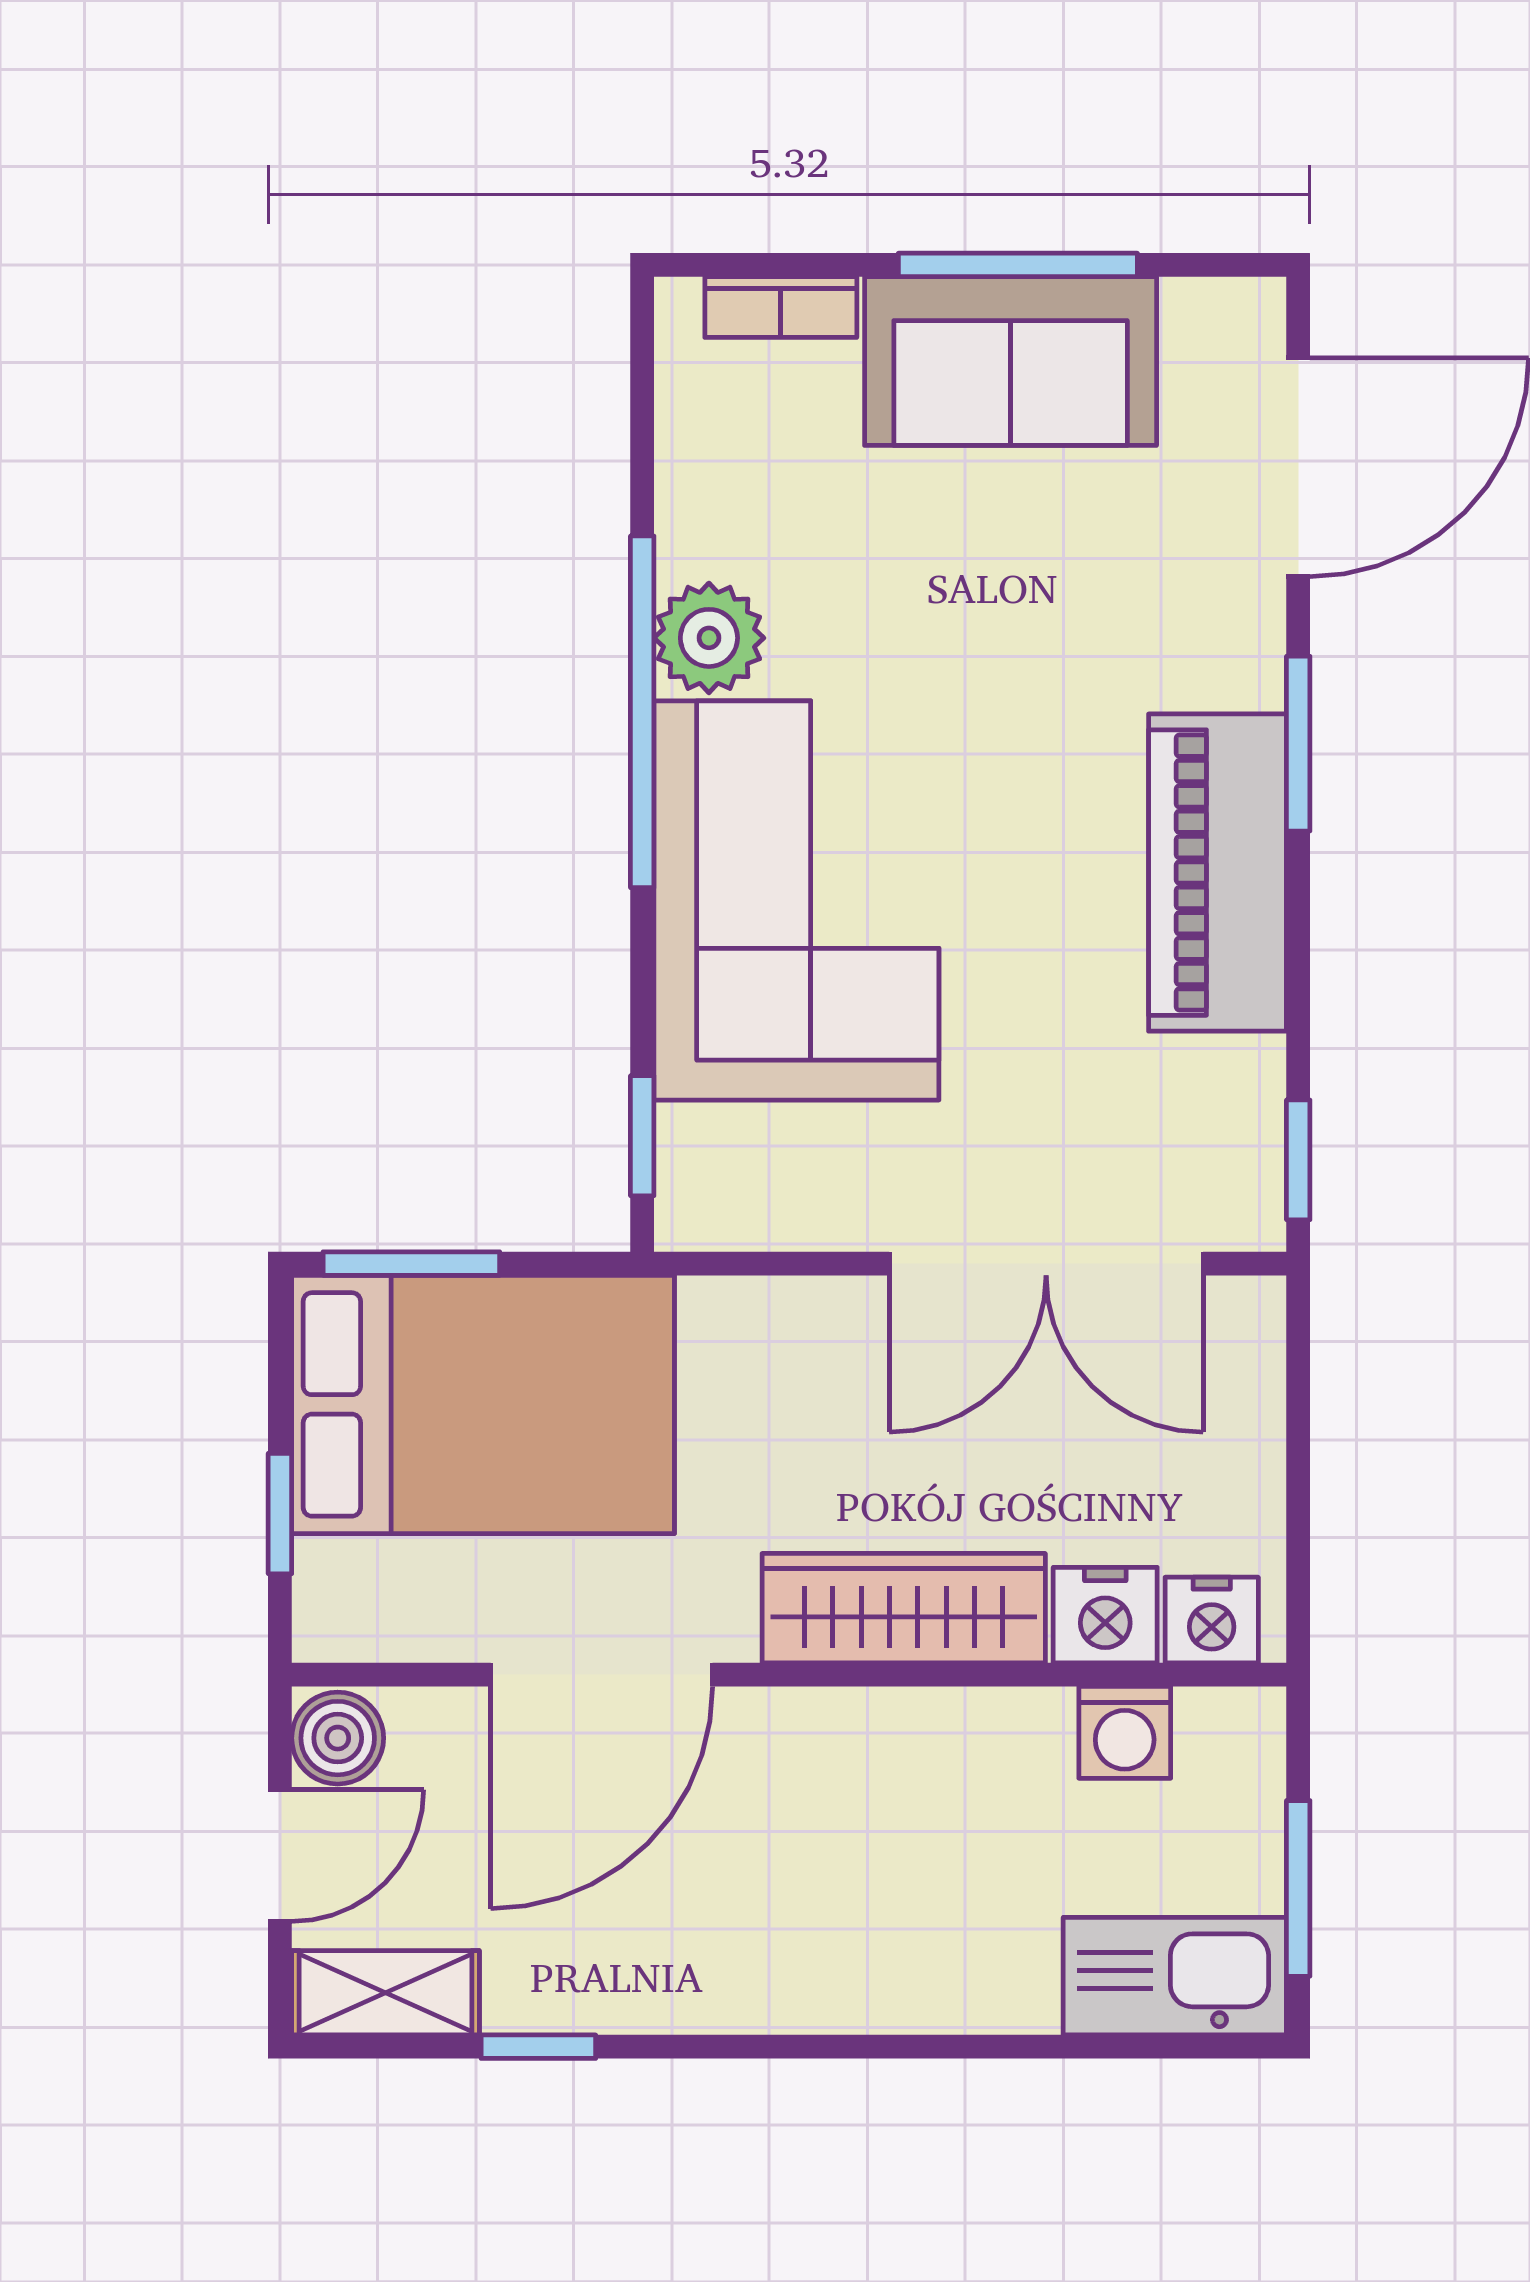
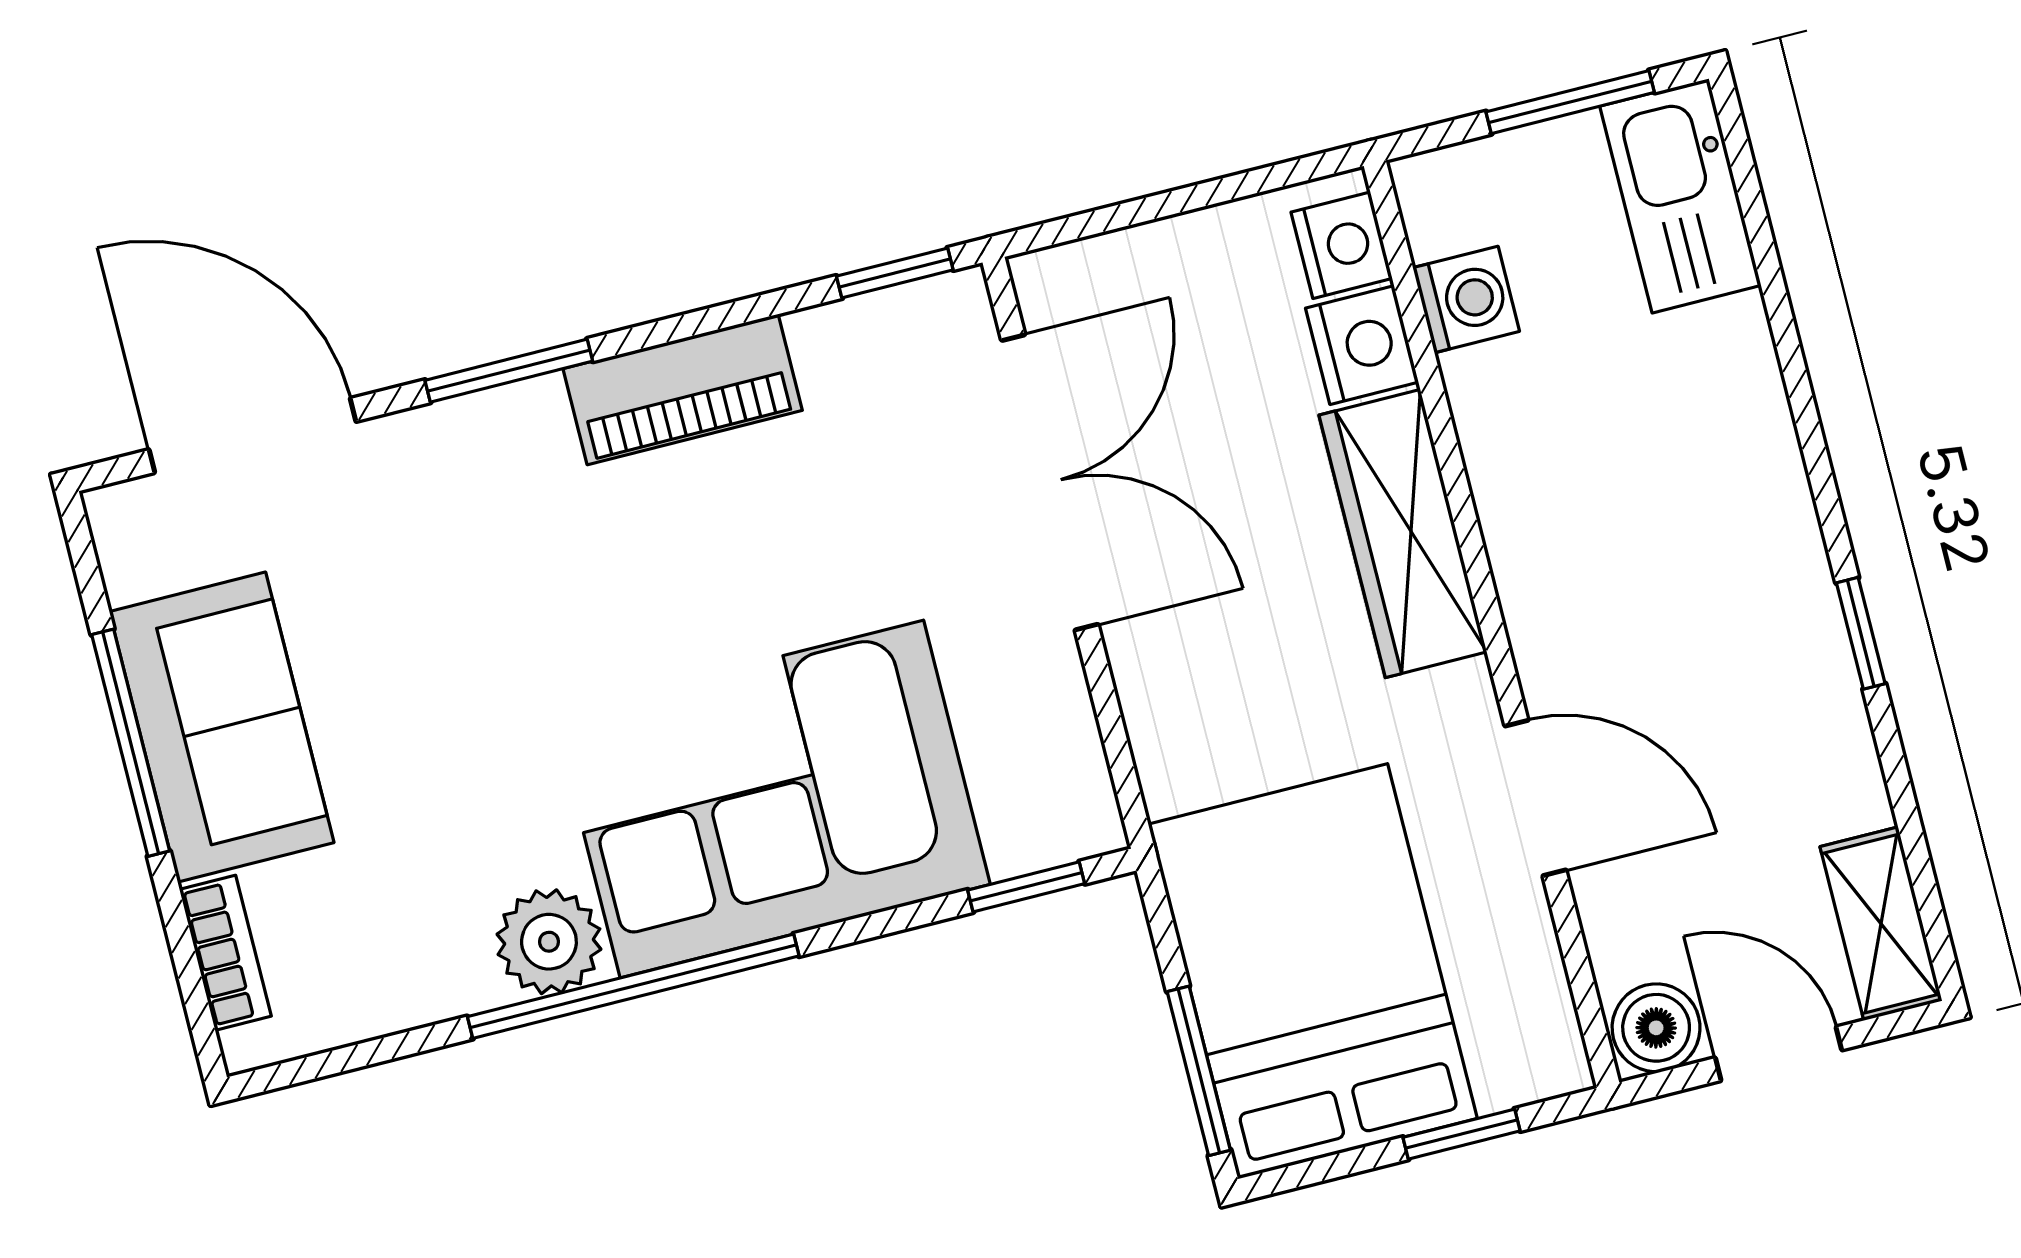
piano: (1217, 873) -> (683, 389), width x0.73, depth x0.75
door: (602, 1675) -> (1535, 798), width x0.73
window: (538, 2047) -> (1861, 633), moved

